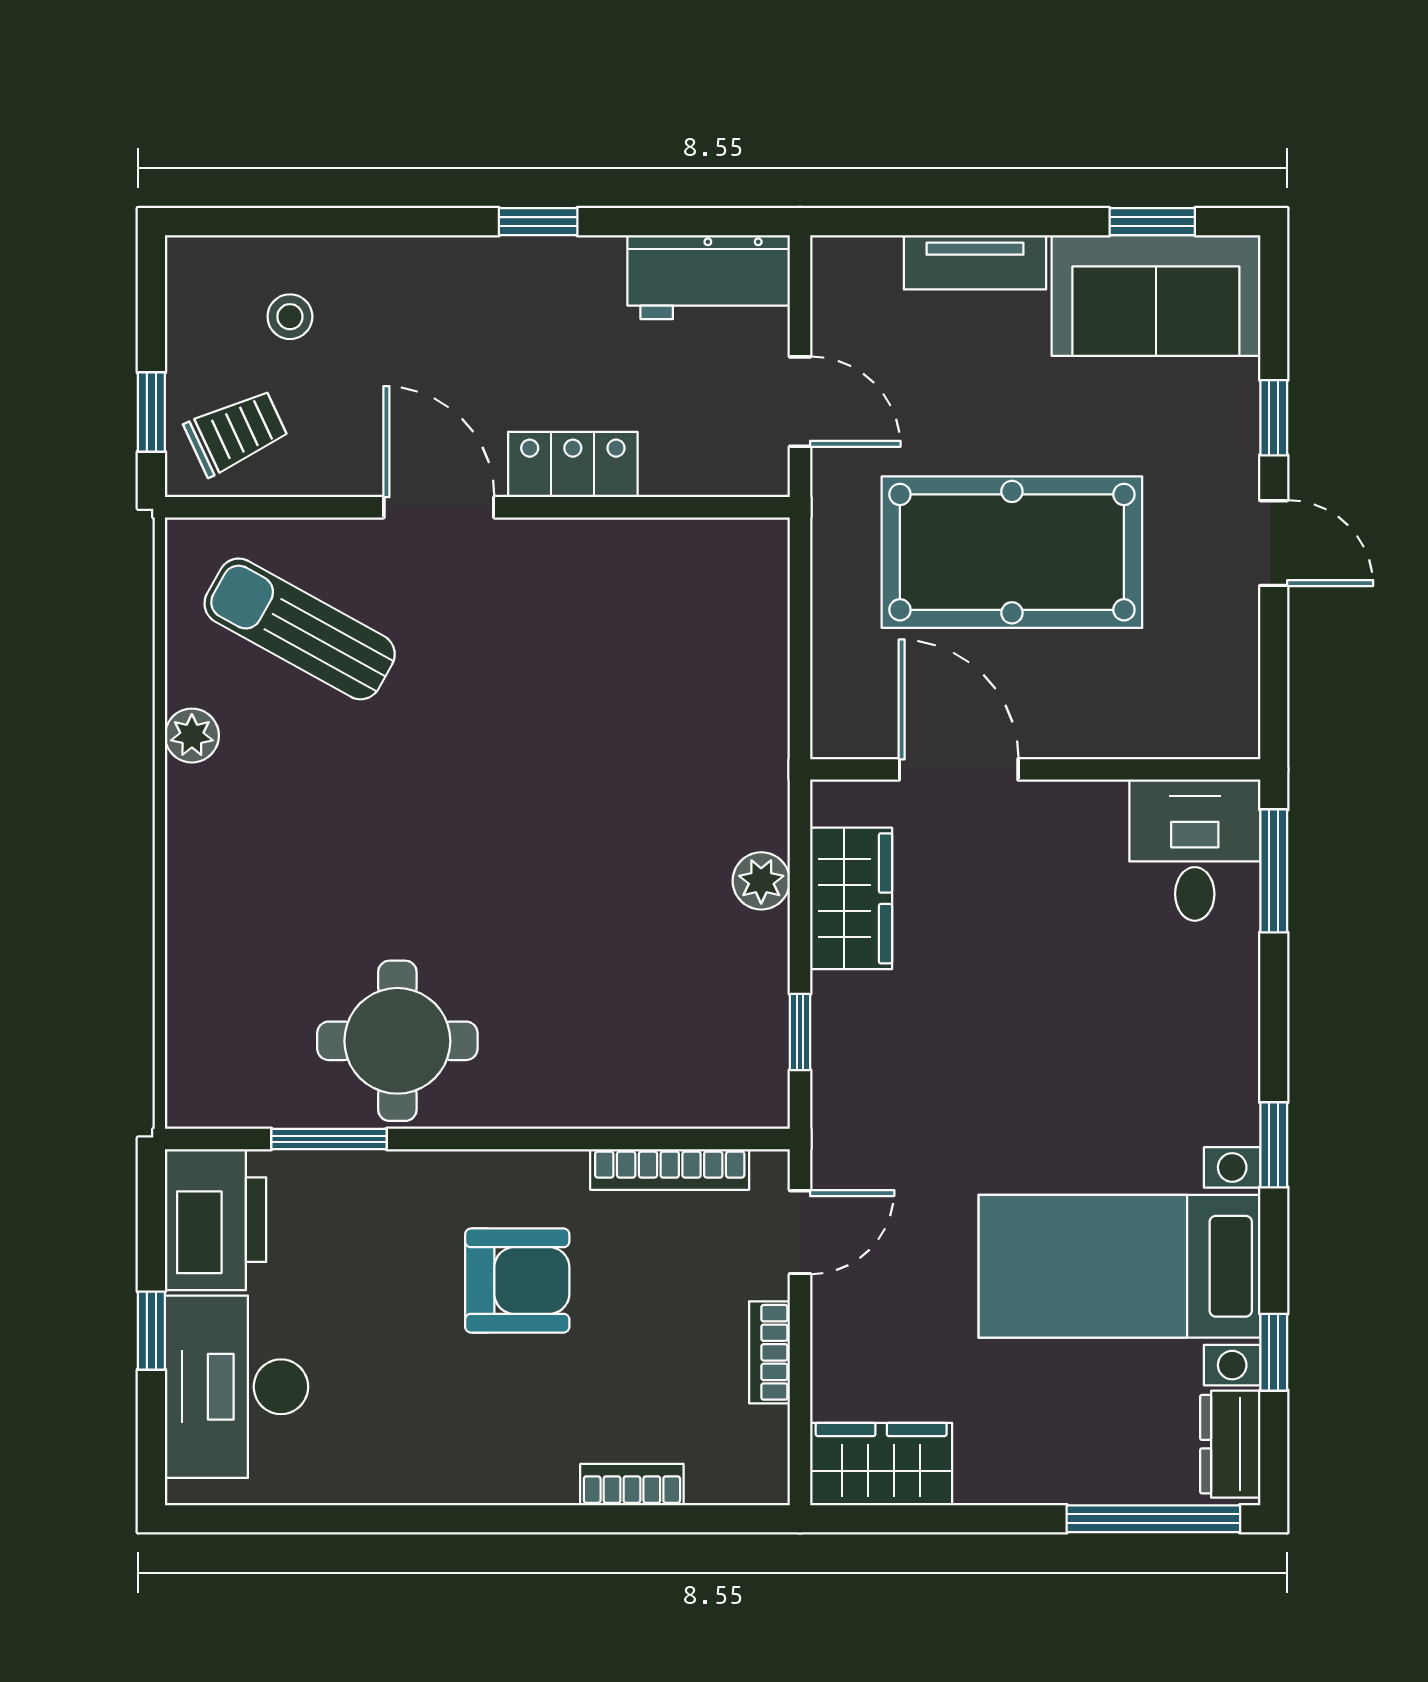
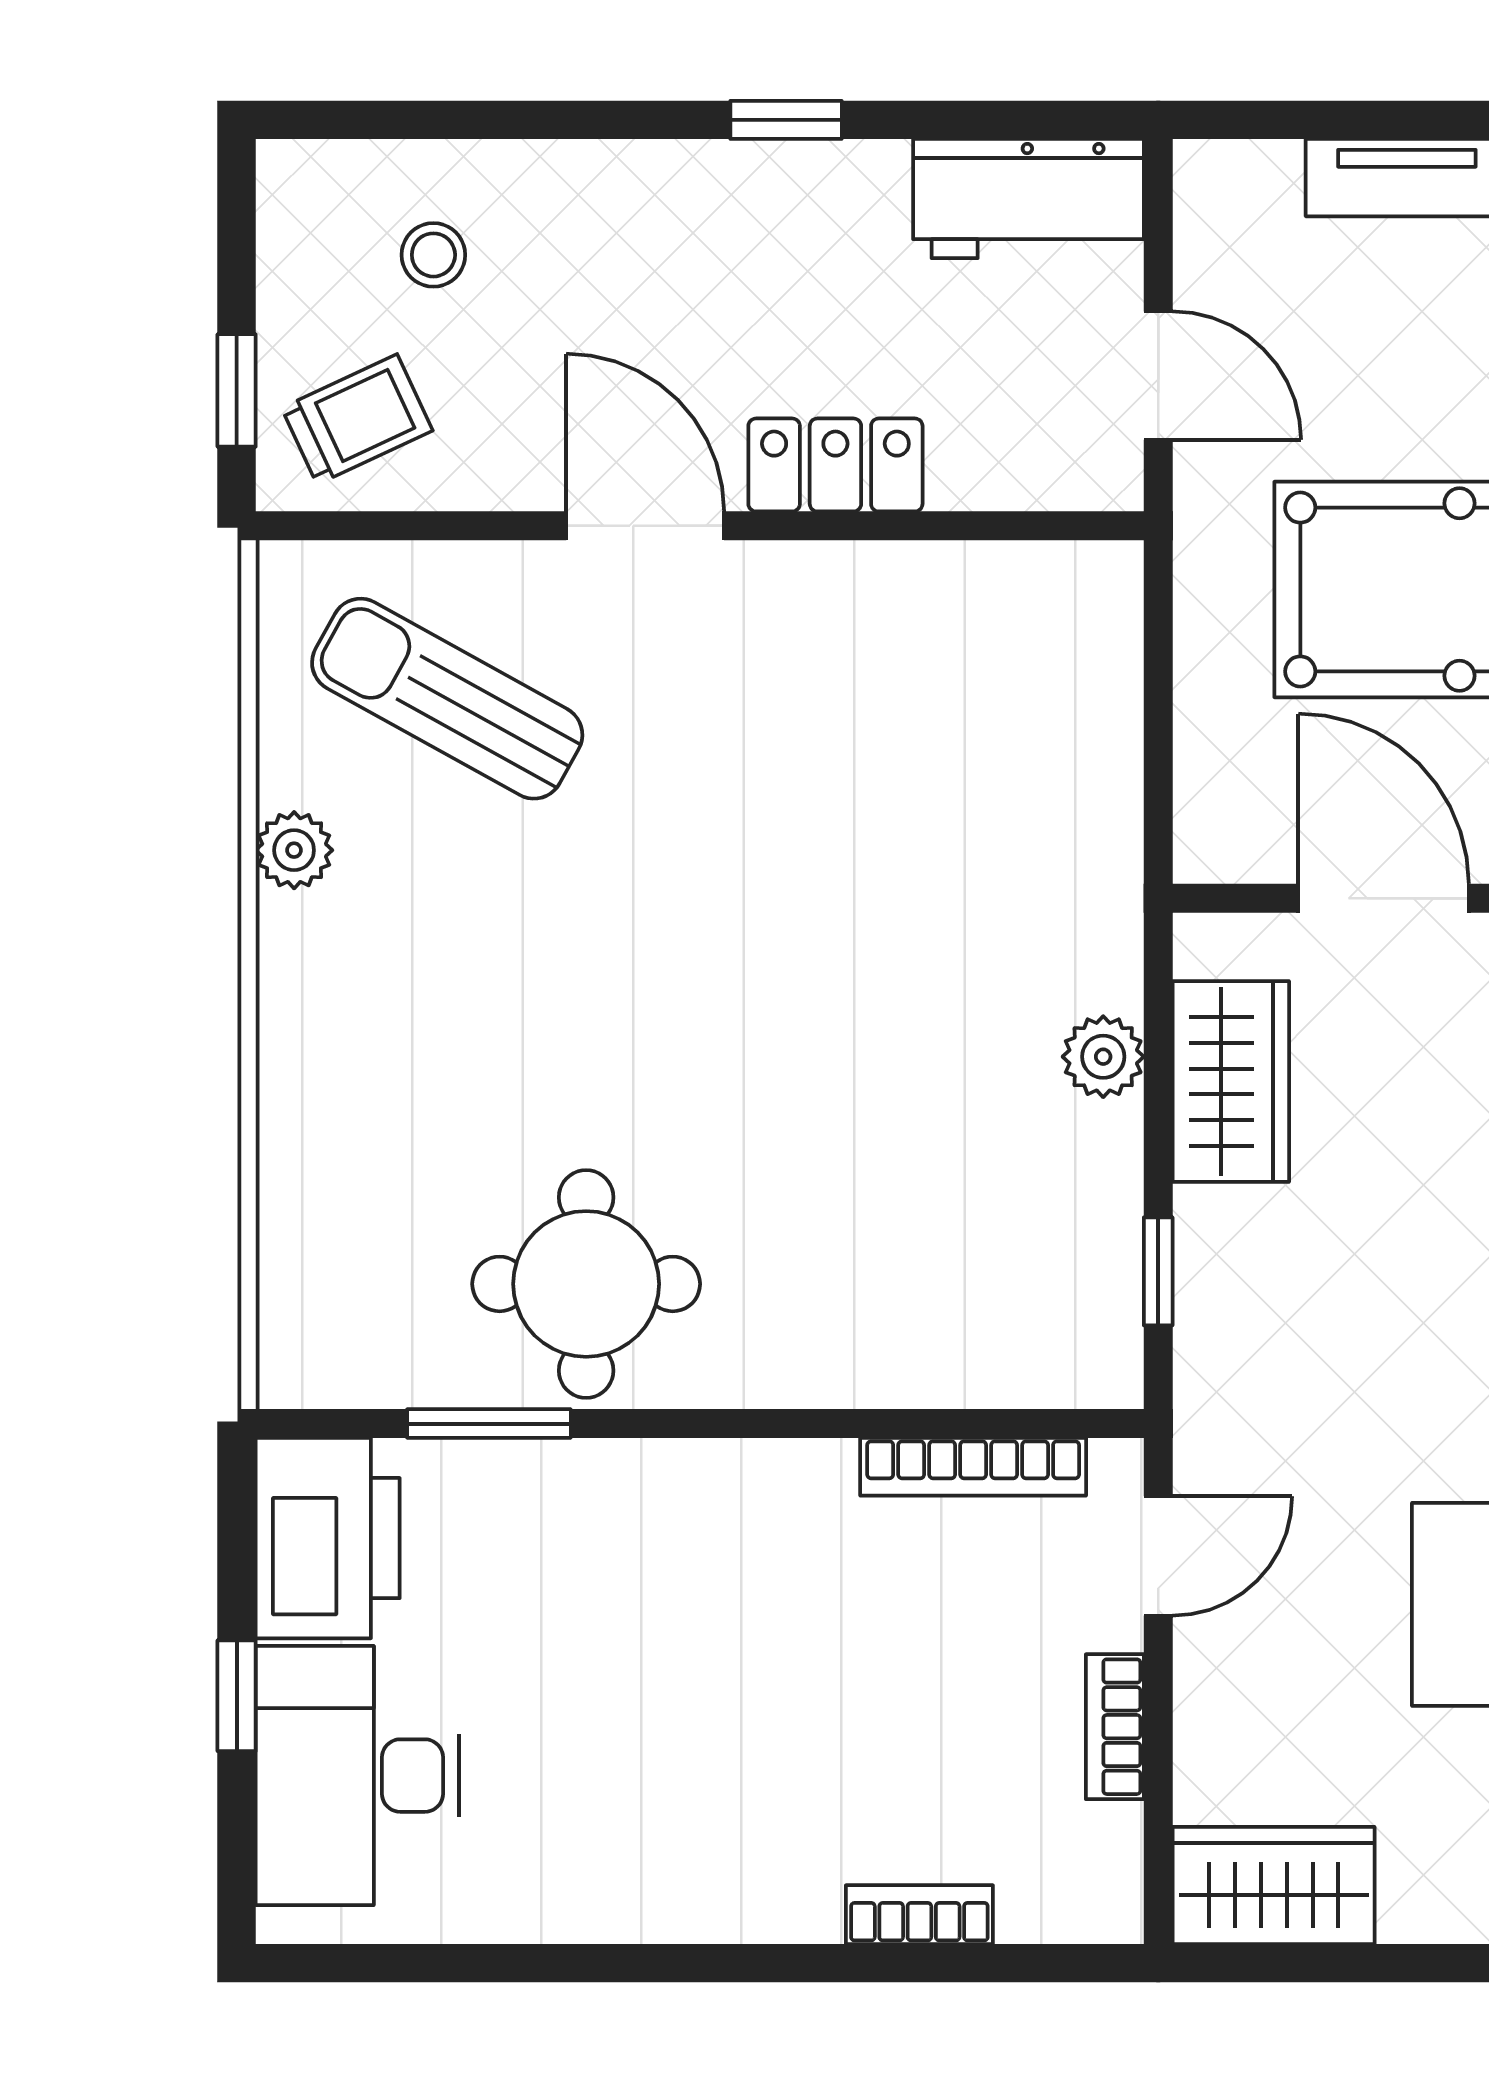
armchair: (517, 1281) -> (756, 1625), removed

